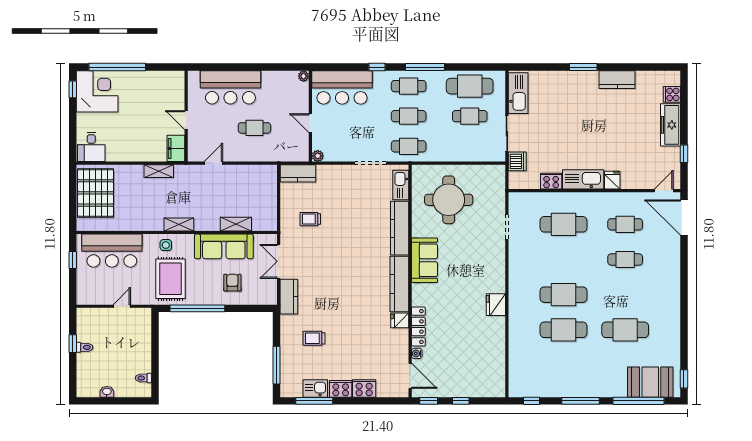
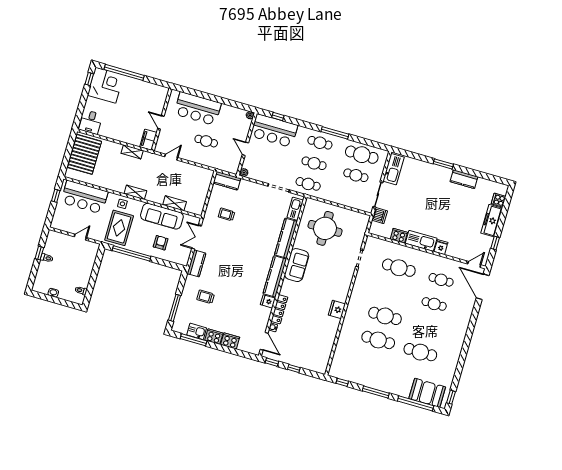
window: (377, 67) -> (278, 117), moved

